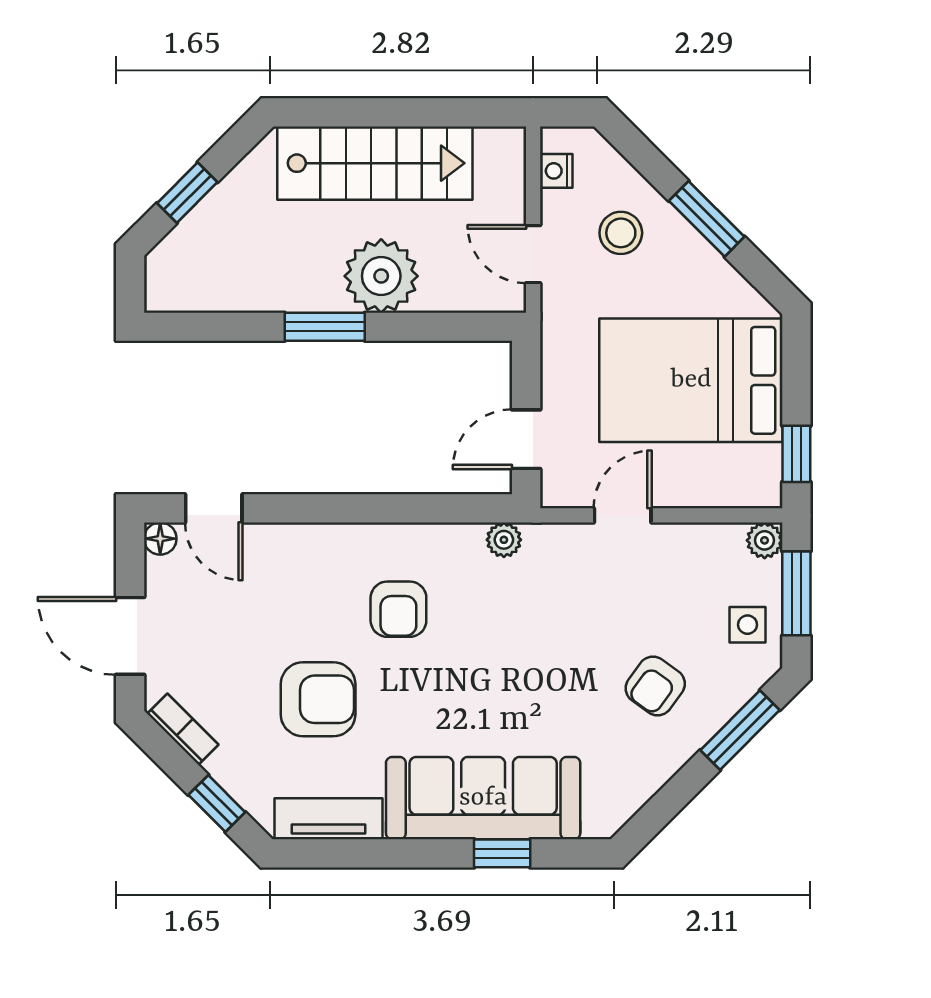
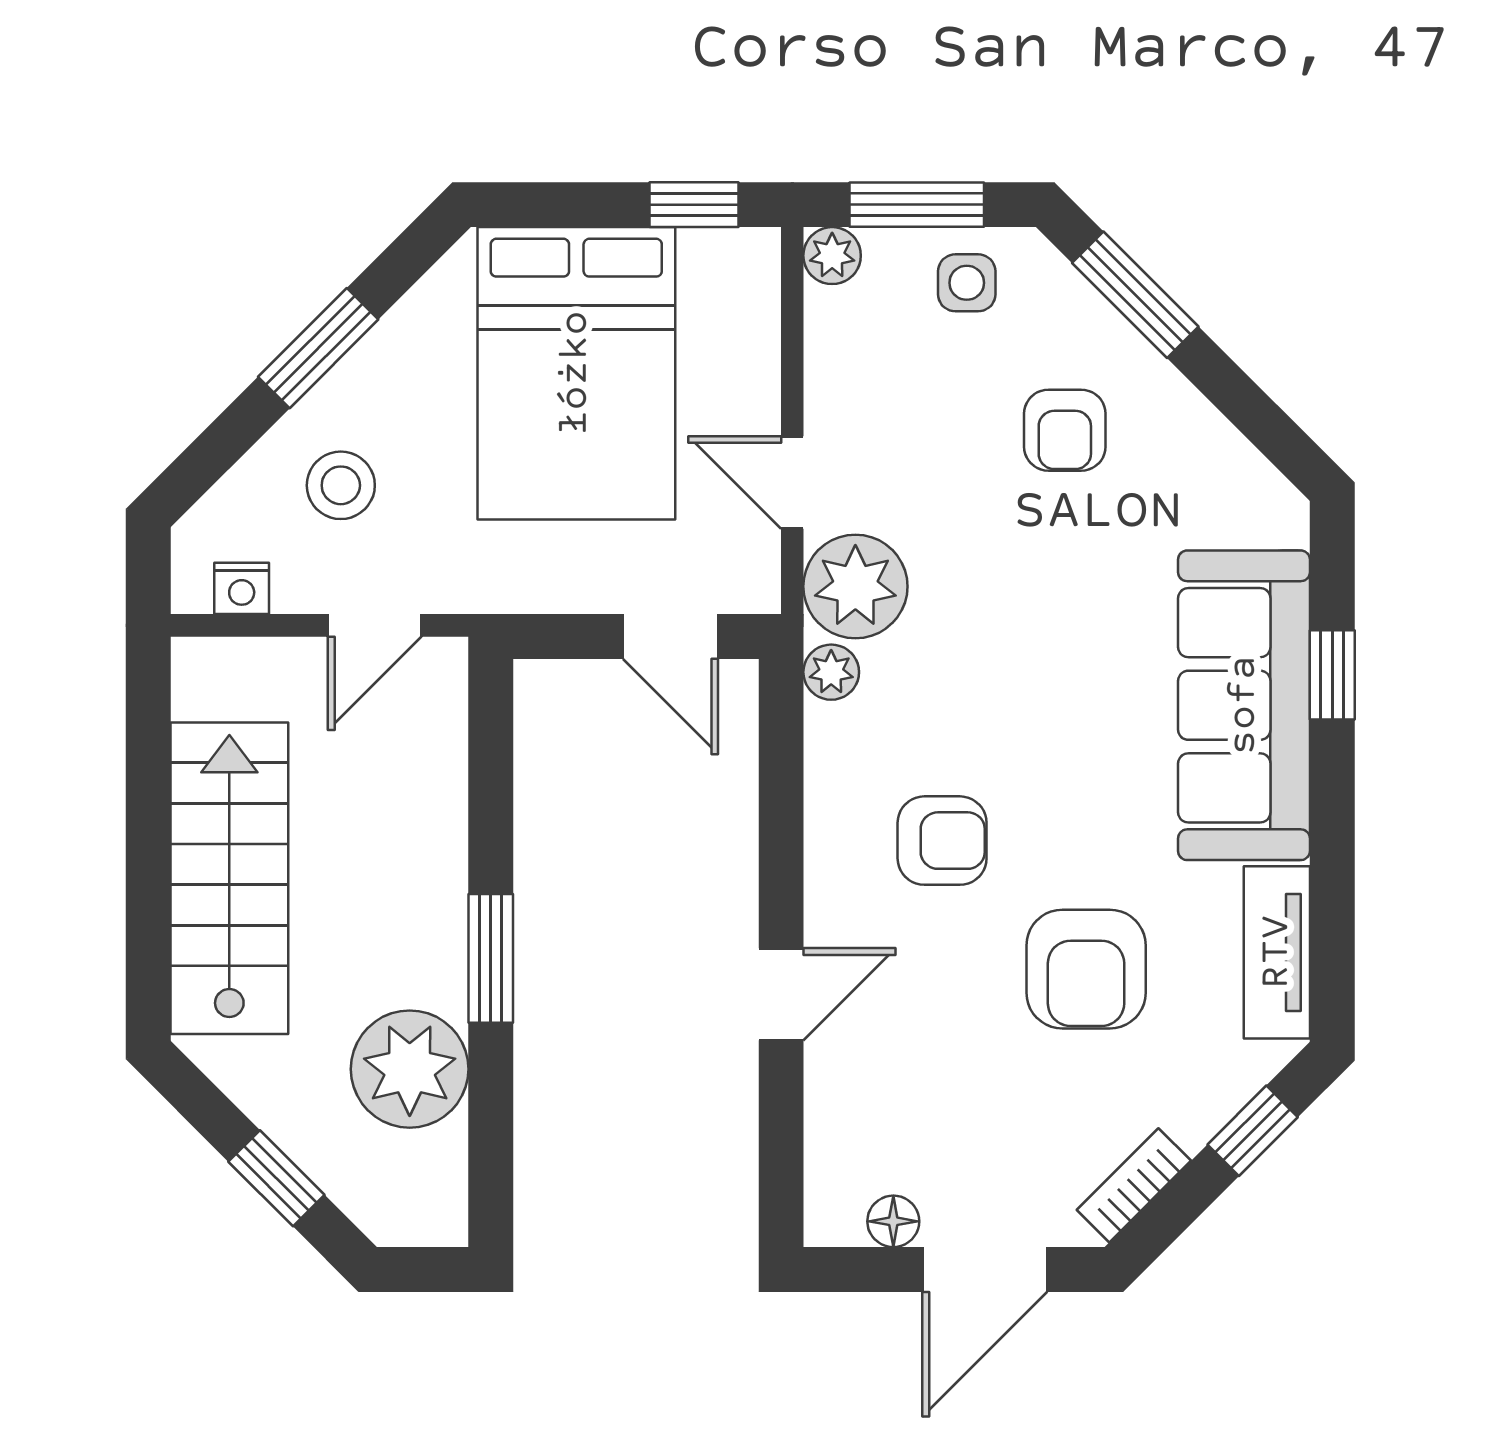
plant: (381, 276) -> (410, 1069), moved
door: (214, 508) -> (781, 994), moved
floor lamp: (160, 539) -> (893, 1221), moved
plant: (557, 555) -> (855, 586), added
armchair: (655, 686) -> (1065, 430), turned 54
armchair: (318, 699) -> (1086, 969), turned 180

